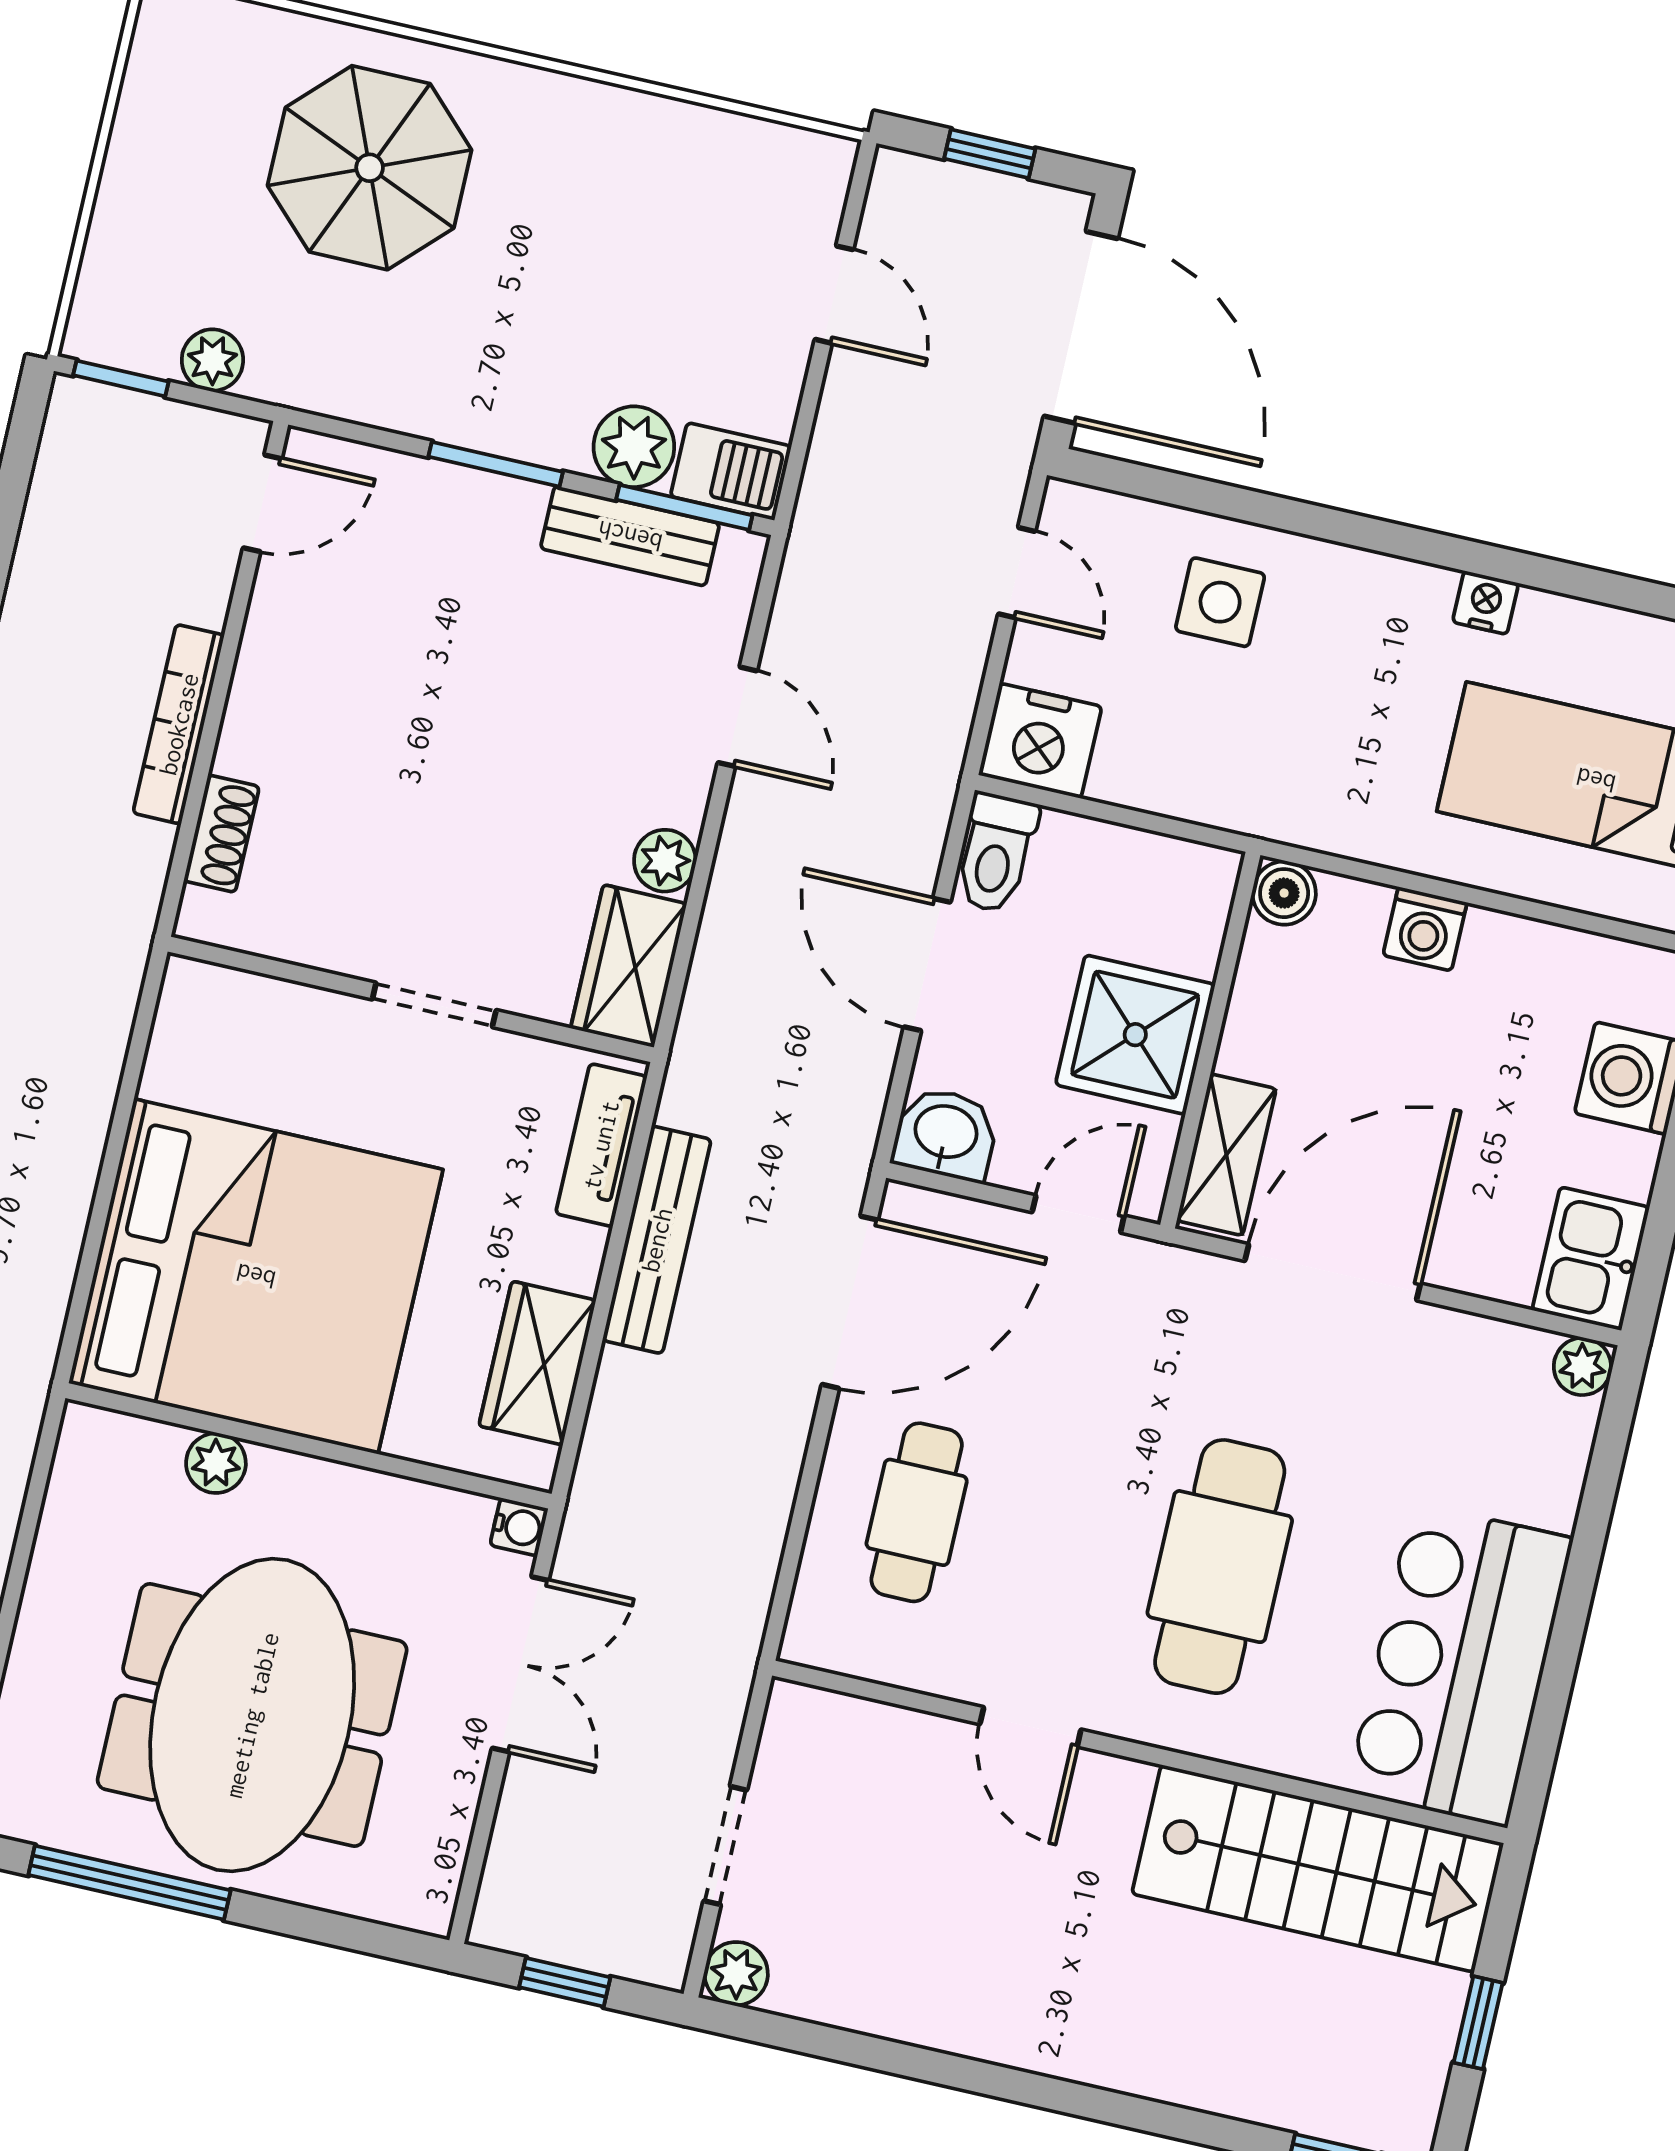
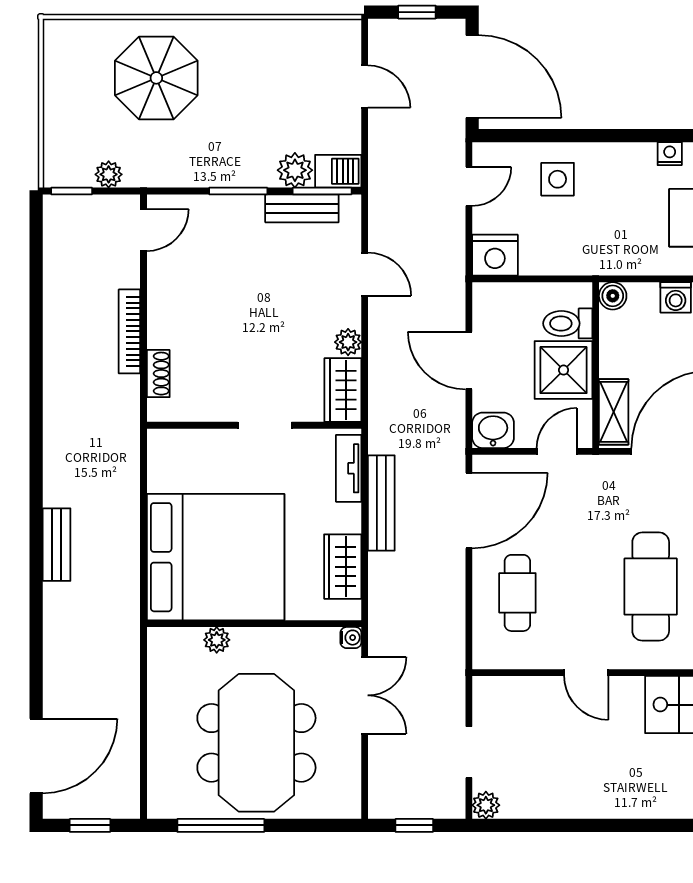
door: (1017, 573) -> (469, 186), hinge flipped
toilet: (996, 853) -> (568, 323), moved, turned 90

